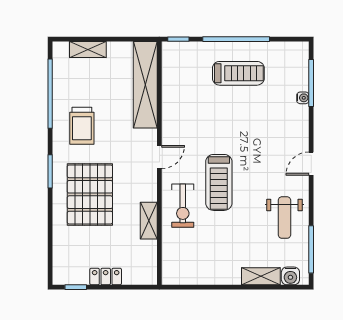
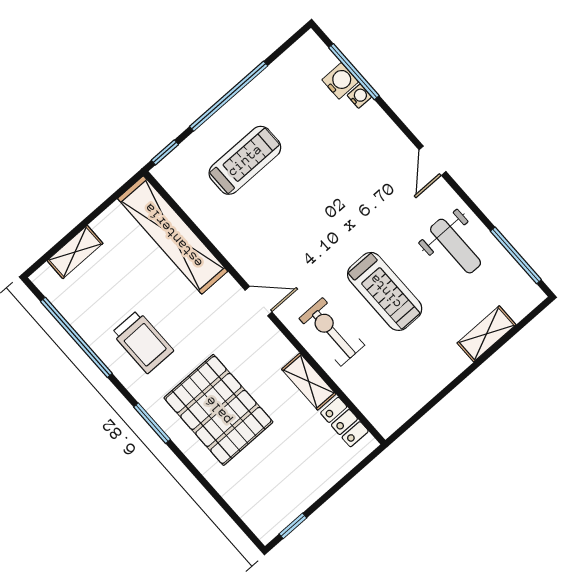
treadmill: (238, 73) -> (245, 160), moved
door: (159, 157) -> (259, 301), hinge flipped
treadmill: (219, 182) -> (385, 291), moved
exercise bike: (183, 206) -> (332, 332), turned 180
locker: (106, 276) -> (344, 422), moved, turned -90
water cooler: (290, 276) -> (340, 81), moved, turned -90

